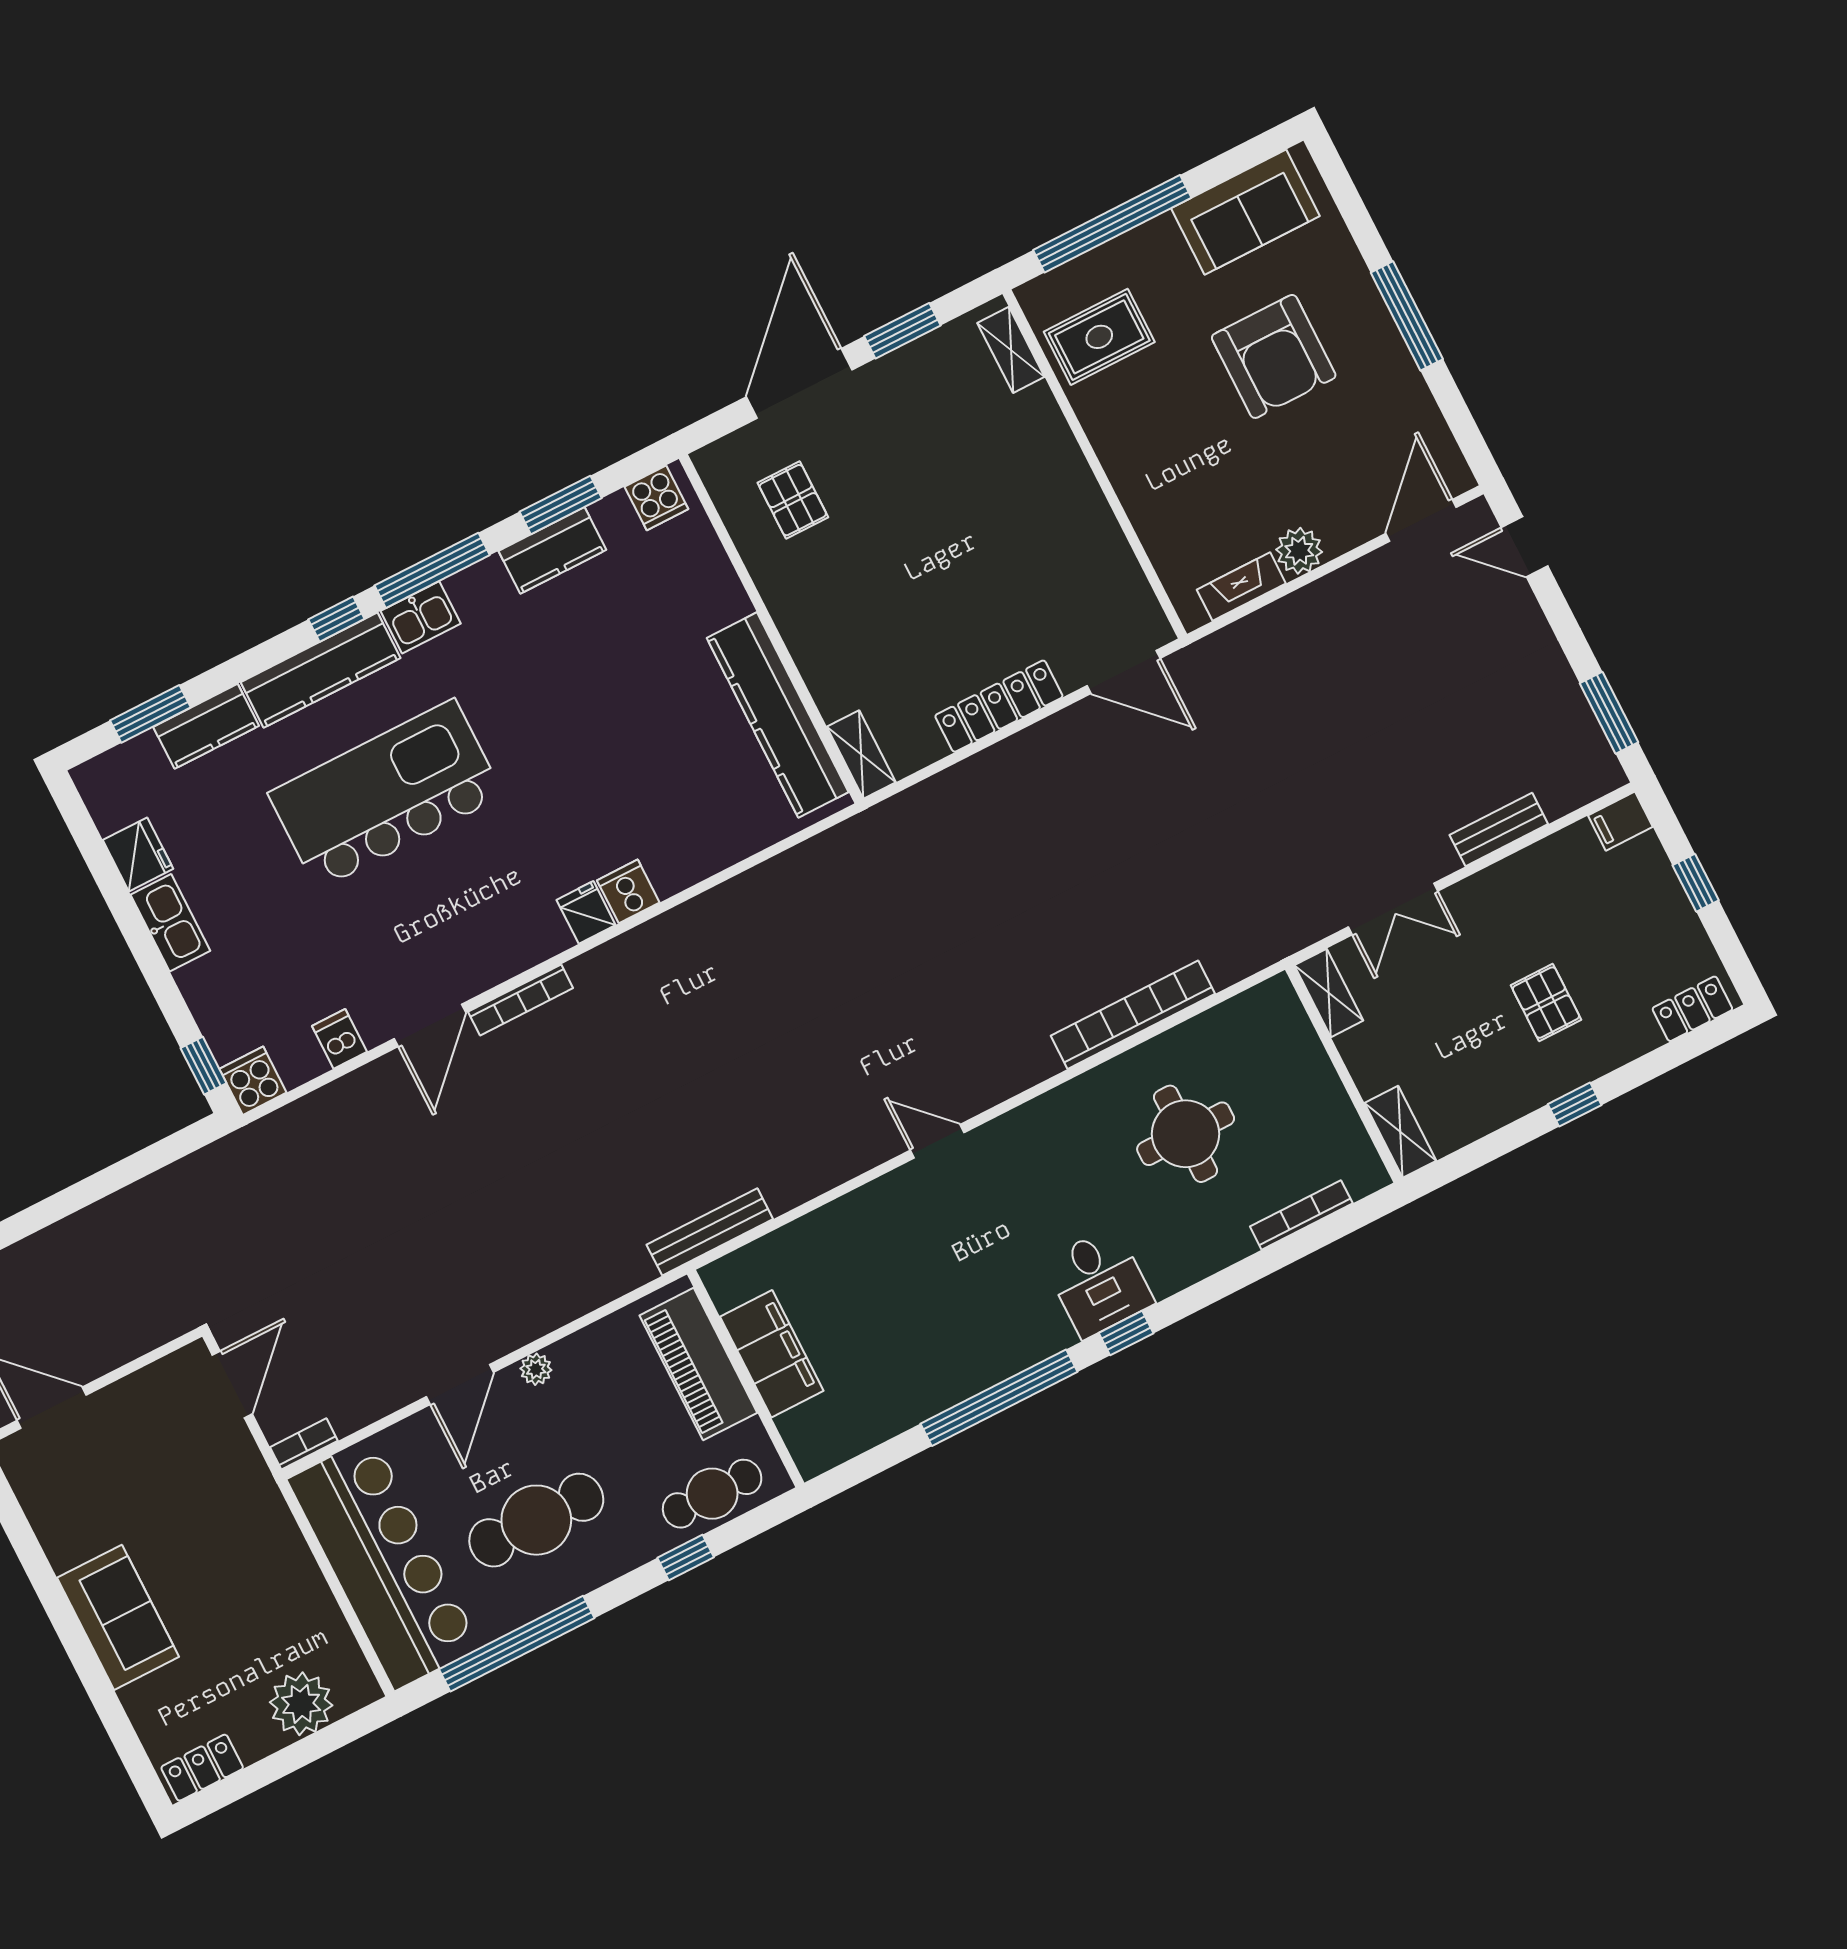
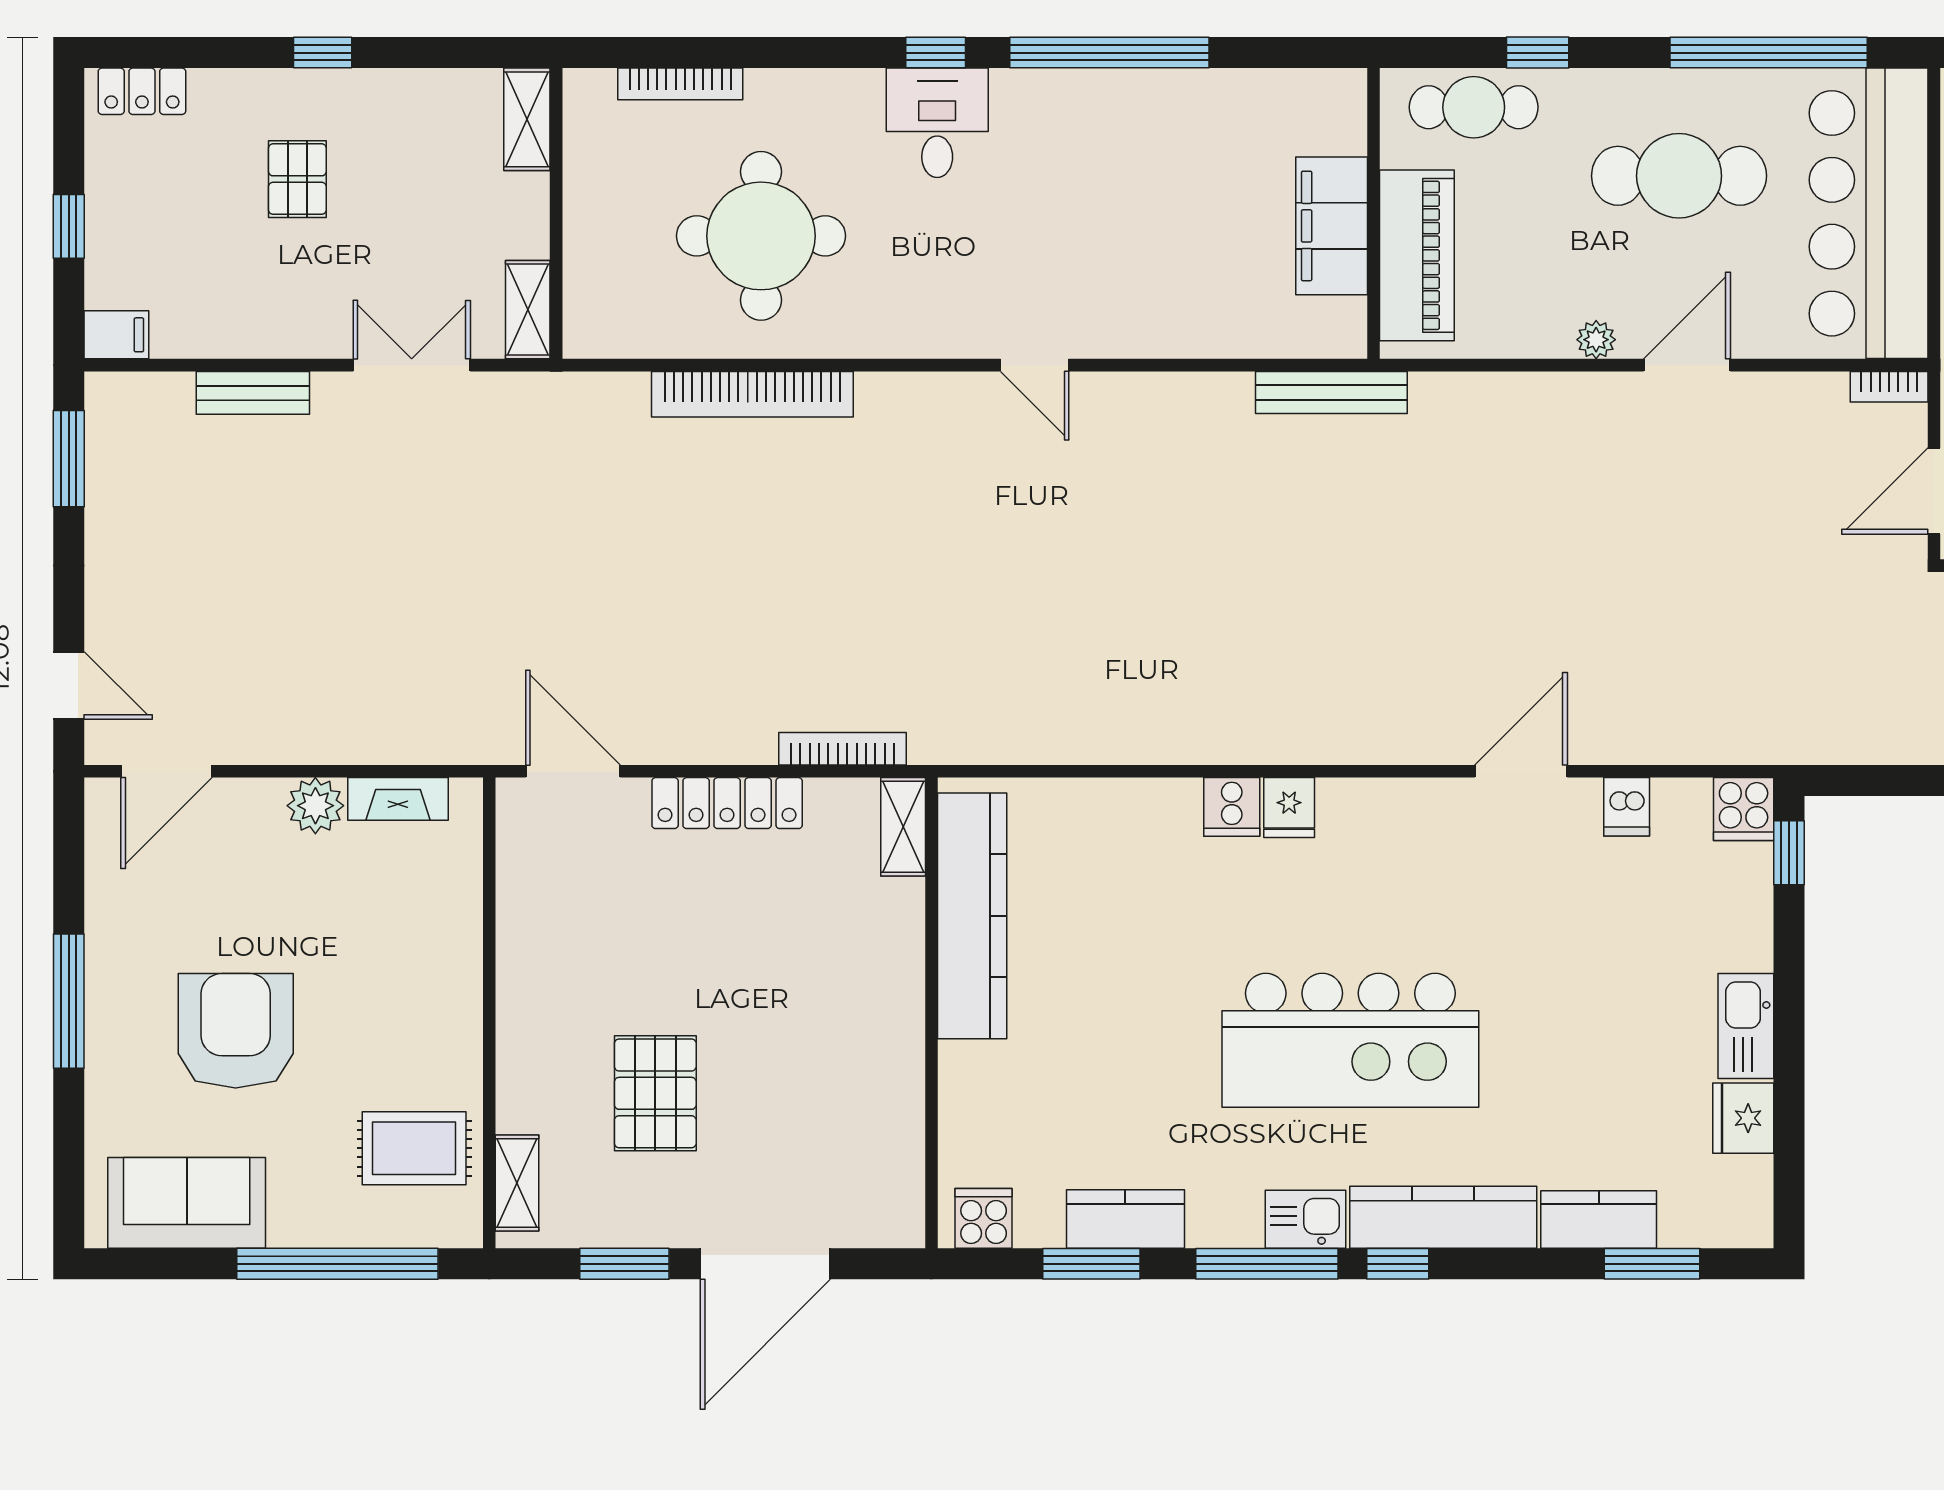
pallet: (793, 500) -> (655, 1093), moved, width x1.50, depth x1.42
kitchen island: (386, 794) -> (1350, 1040), moved
bookcase: (521, 1000) -> (842, 749), moved
round table: (1186, 1134) -> (761, 236), width x1.36, depth x1.36

